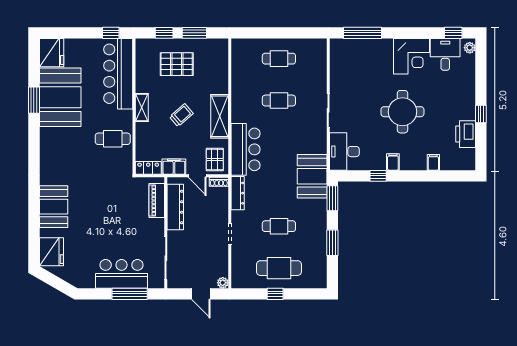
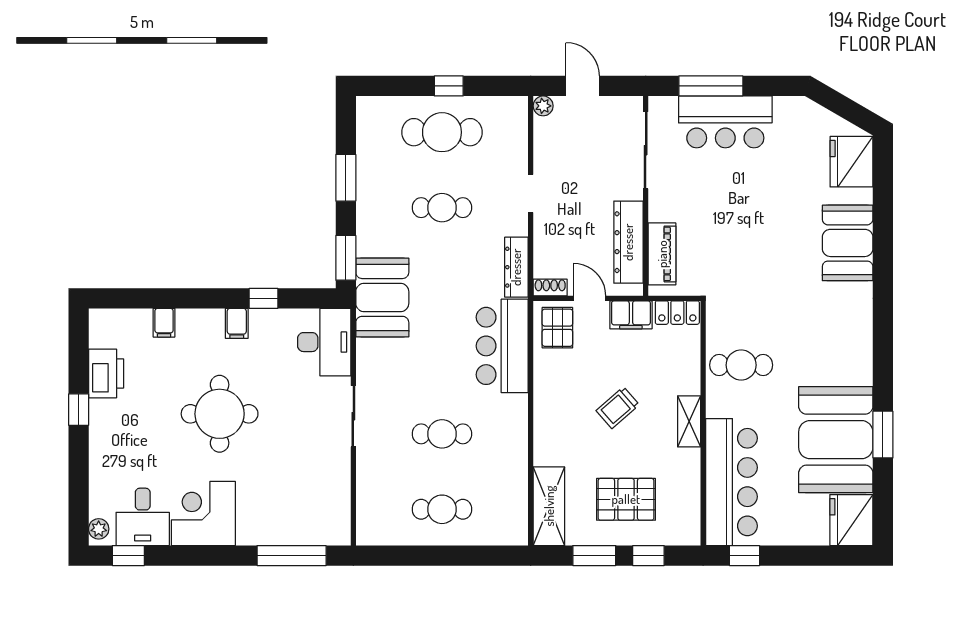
shelving: (220, 116) -> (549, 506), moved

